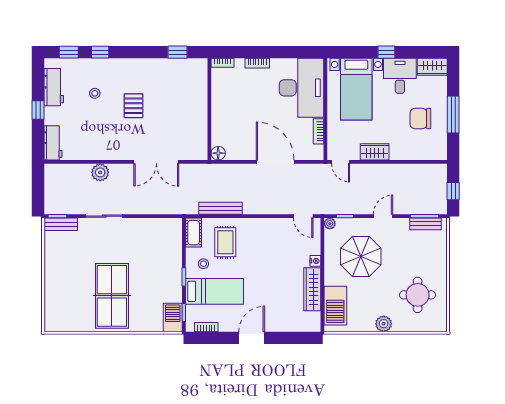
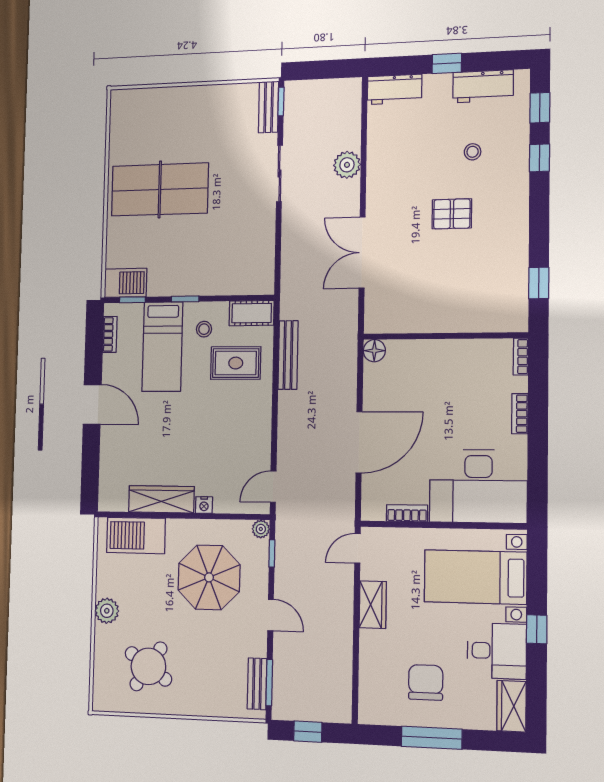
round table: (418, 295) -> (148, 666), turned 34

